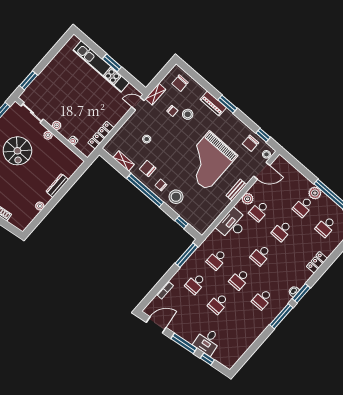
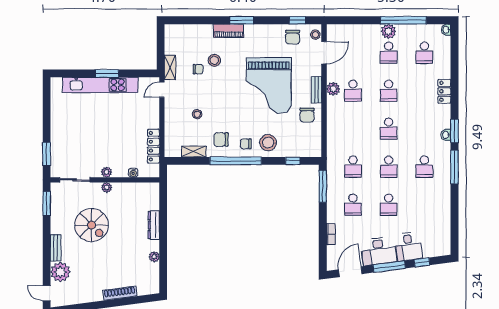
chair: (180, 83) -> (307, 115), moved
desk: (232, 224) -> (379, 251), moved, turned -97

